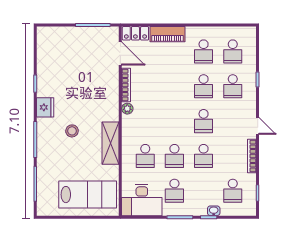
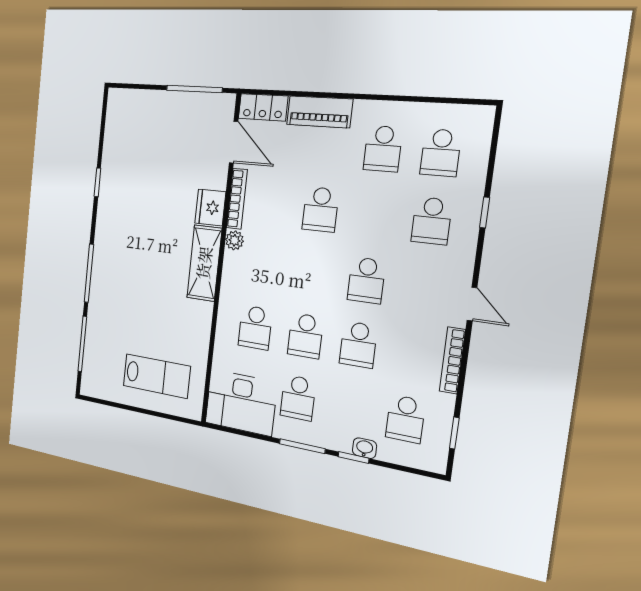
school desk: (204, 86) -> (320, 209), moved
fridge: (45, 107) -> (210, 208), moved, turned 180
stool: (72, 131) -> (144, 267), removed
shelving: (111, 143) -> (204, 263), moved
lab bench: (88, 195) -> (157, 376), width x0.73, depth x0.72

